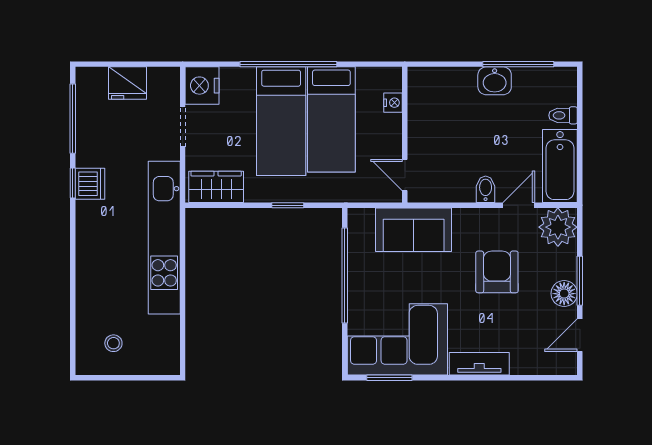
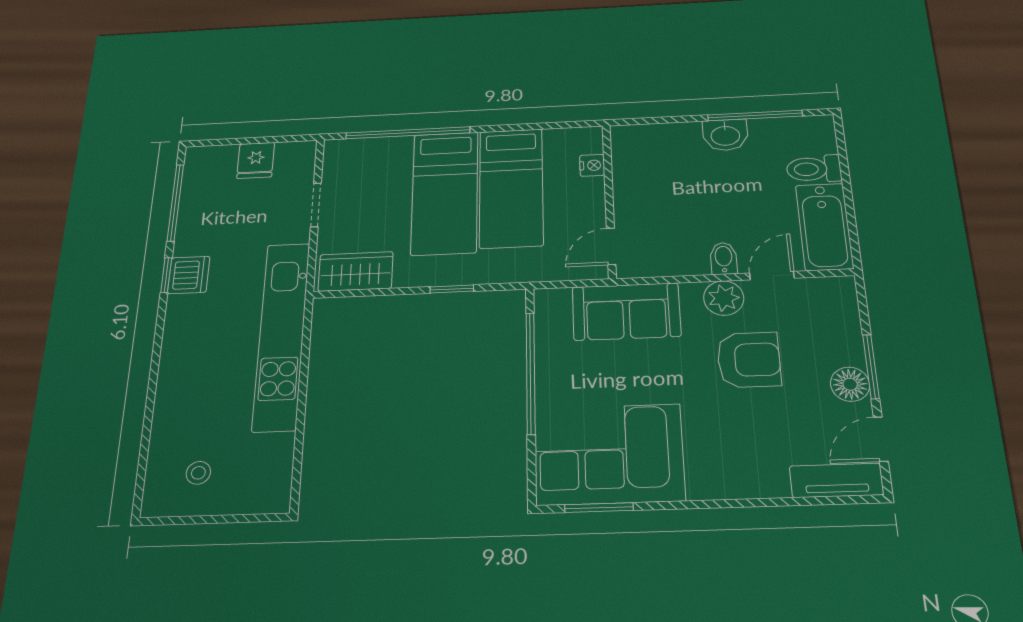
window: (288, 64) -> (408, 133), moved
fridge: (127, 83) -> (256, 160), width x0.72
nightstand: (202, 86) -> (344, 159), removed
toilet: (563, 115) -> (814, 169), width x1.37, depth x1.39
door: (405, 175) -> (611, 246), hinge flipped
plant: (558, 227) -> (724, 298), moved, width x0.73, depth x0.73
armchair: (497, 272) -> (749, 360), turned 90
tv unit: (479, 364) -> (836, 480), moved

